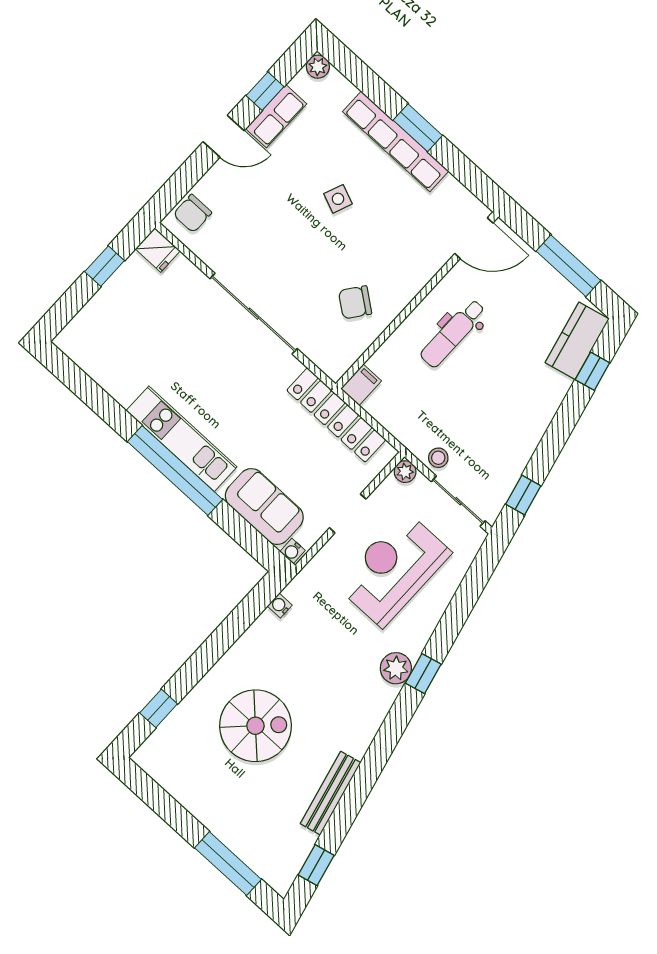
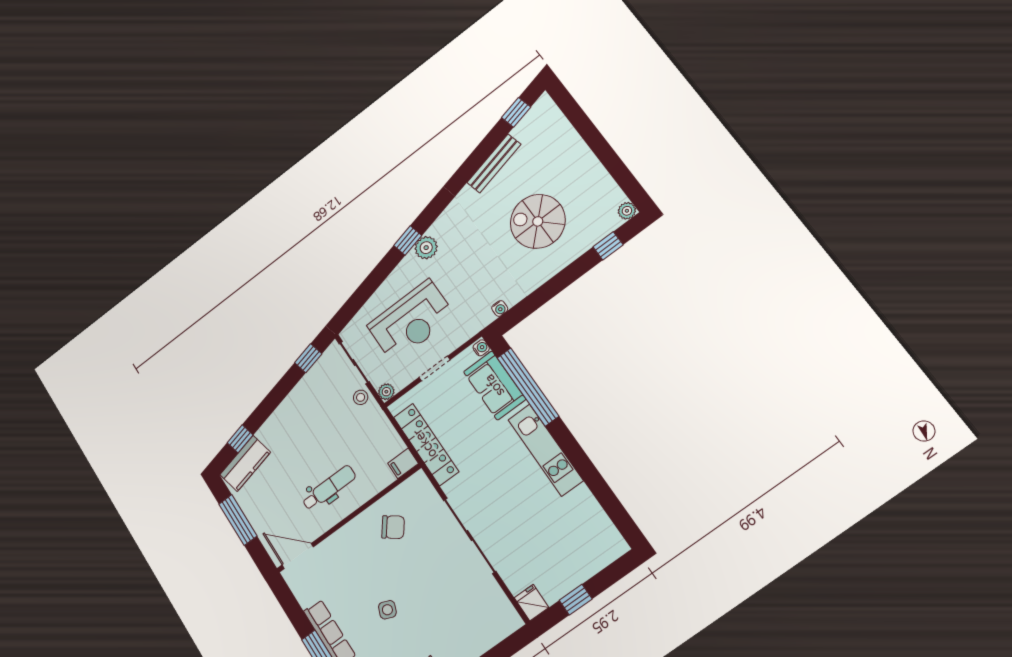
chair: (192, 213) -> (498, 625), removed
window: (175, 471) -> (528, 387), moved
plant: (144, 757) -> (627, 211), added
window: (228, 864) -> (581, 122), removed

